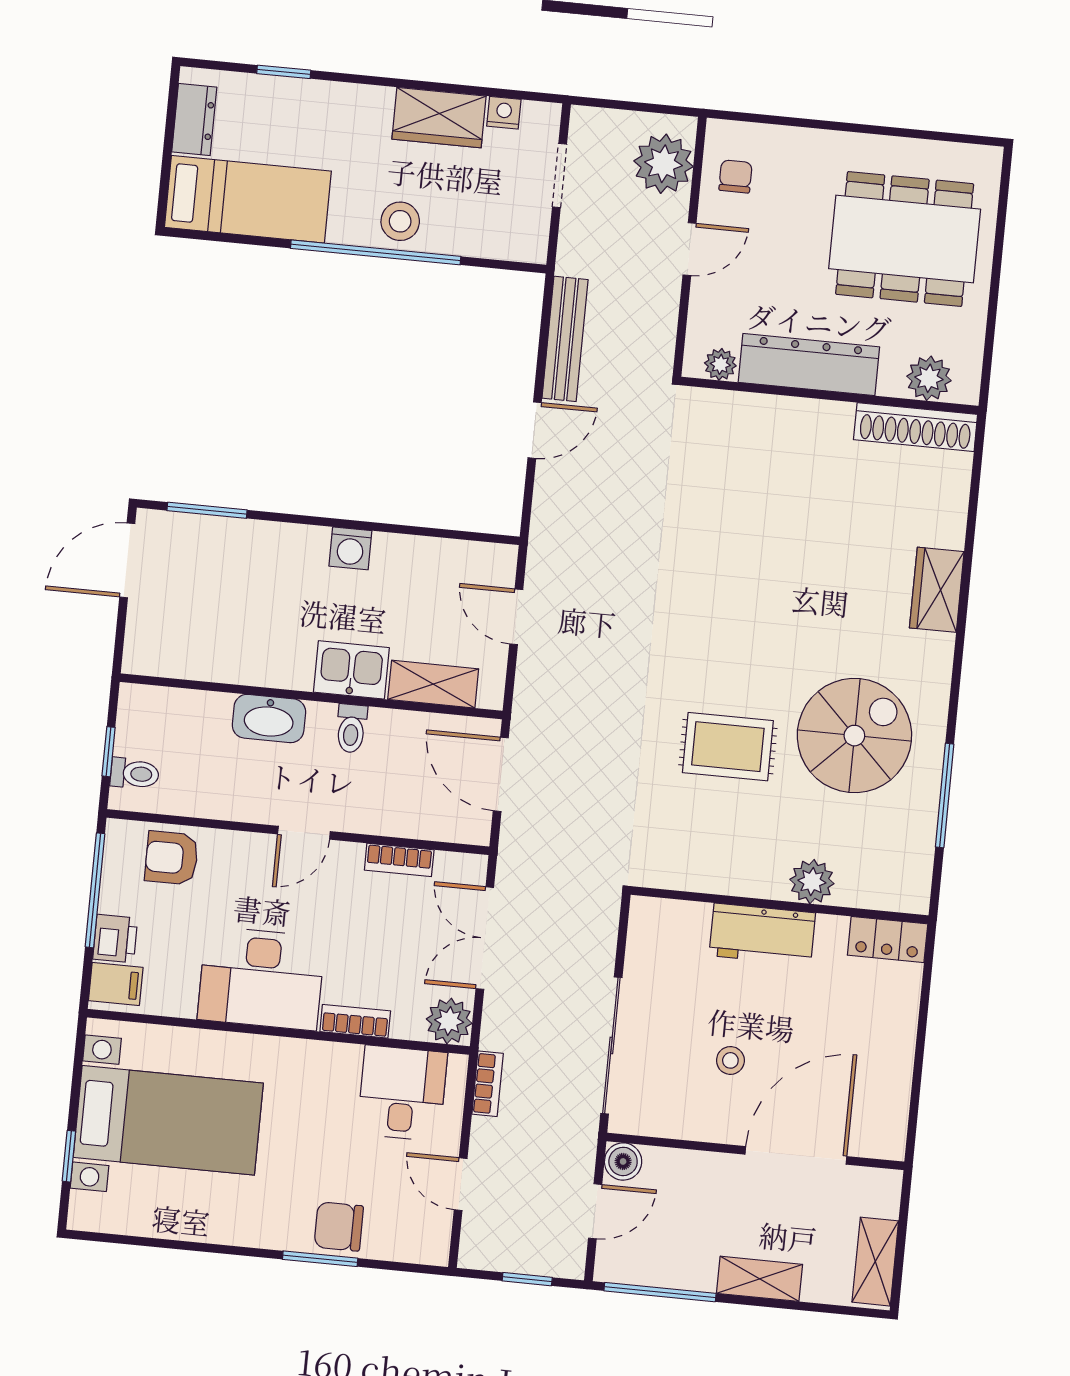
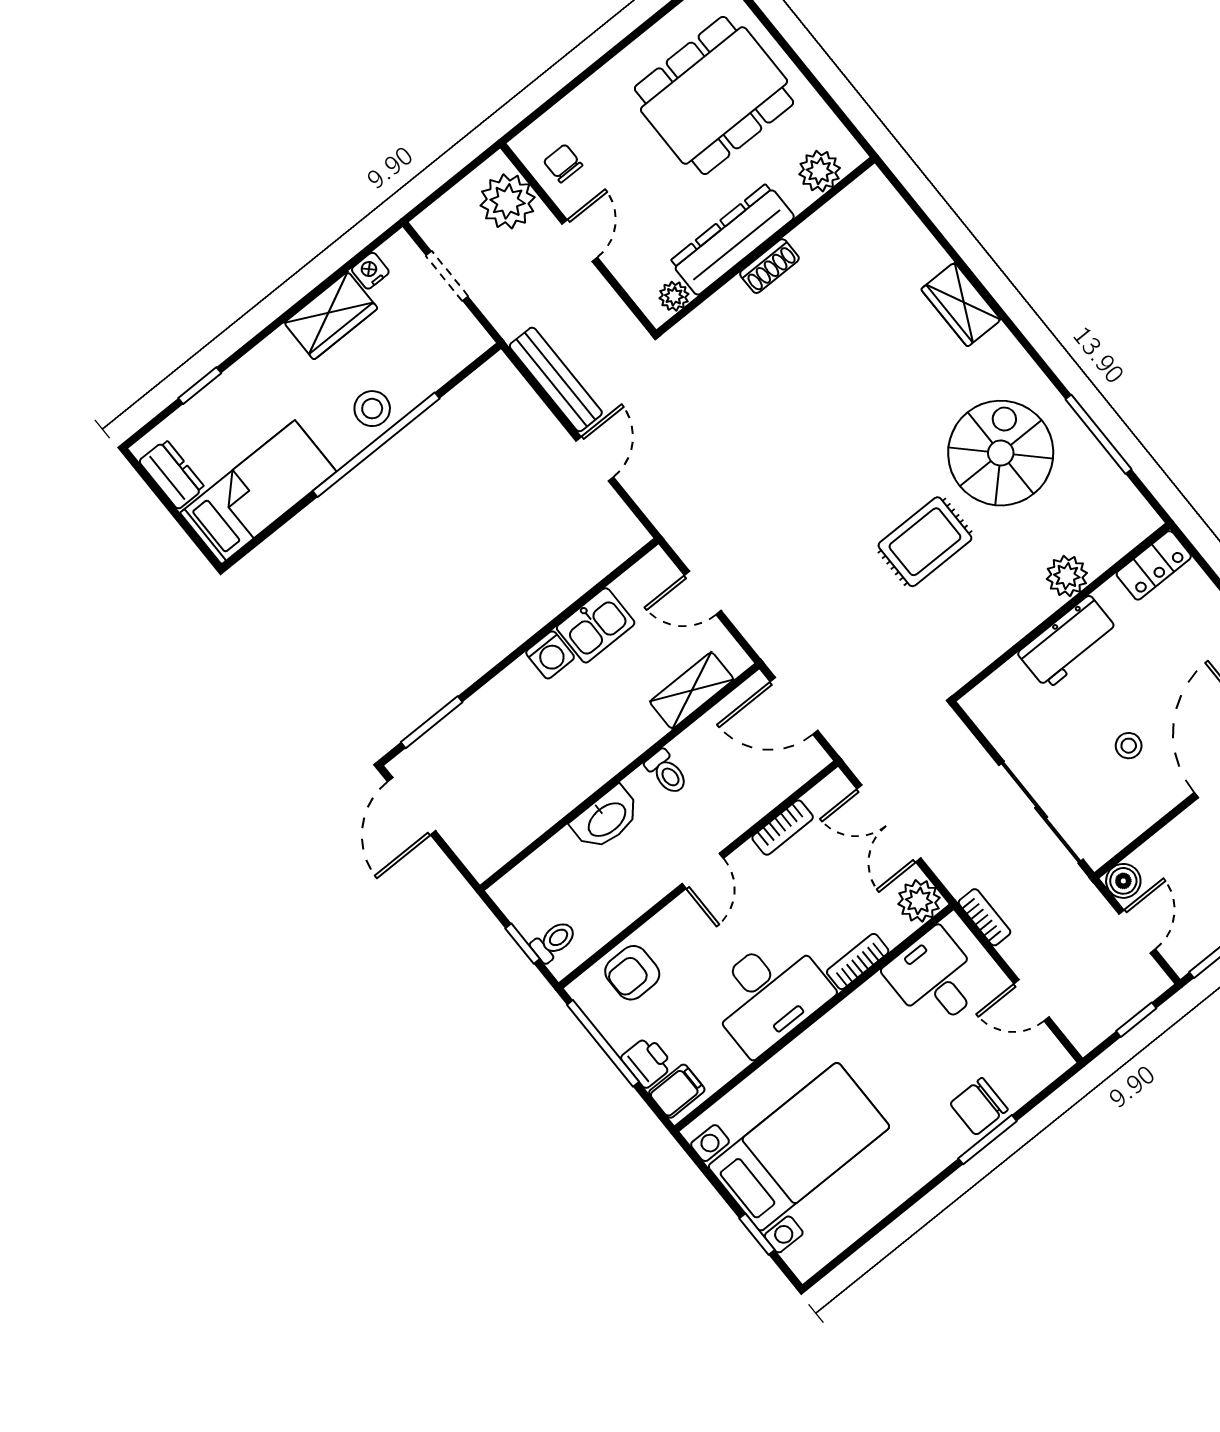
shoe rack: (916, 427) -> (769, 266), moved, width x0.51, depth x0.81
kitchen sink: (351, 670) -> (596, 625), moved, turned 180

